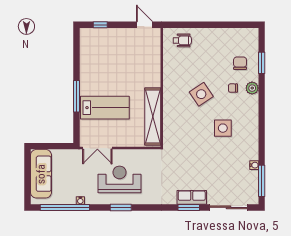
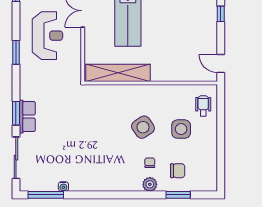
door: (144, 25) -> (221, 64), swing flipped
wheelchair: (182, 40) -> (203, 106), turned 180
side table: (223, 128) -> (181, 129), moved
window: (121, 207) -> (16, 52), moved

